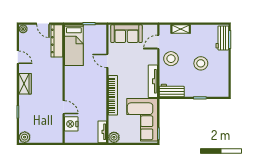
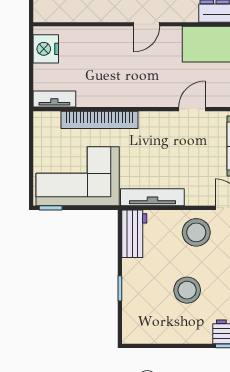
bookcase: (113, 95) -> (99, 120), moved
door: (64, 107) -> (147, 24), moved
nightstand: (71, 124) -> (46, 49), moved, turned -90
plant: (114, 137) -> (44, 122), removed

